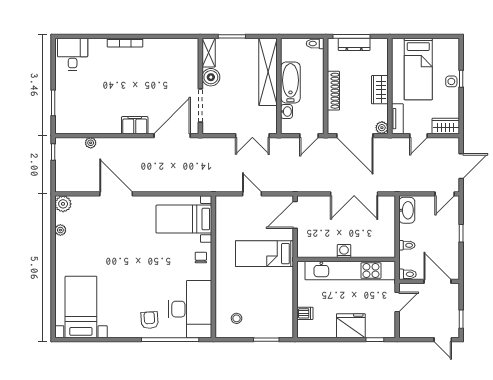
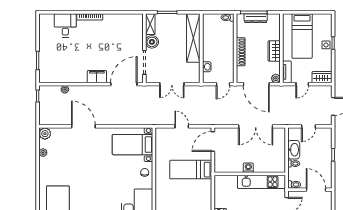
desk: (73, 54) -> (65, 25), moved
bathtub: (290, 82) -> (210, 46), removed
double door: (252, 136) -> (172, 84), moved
door: (445, 194) -> (308, 126), moved
washbasin: (407, 210) -> (294, 150), moved
kitchen unit: (350, 271) -> (262, 182), width x0.73

